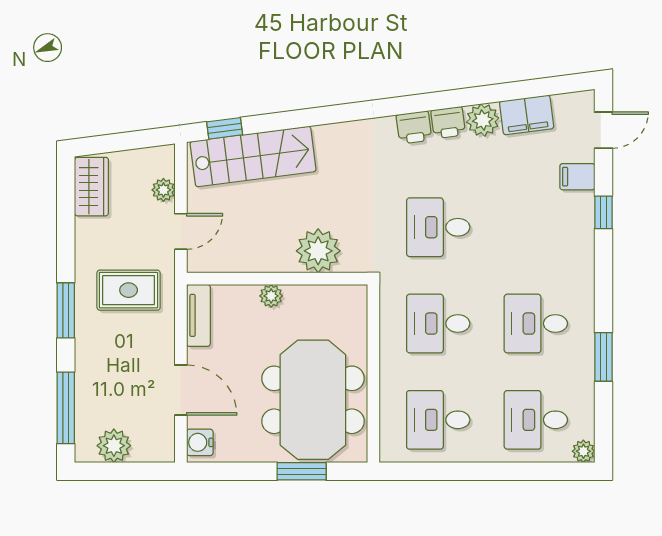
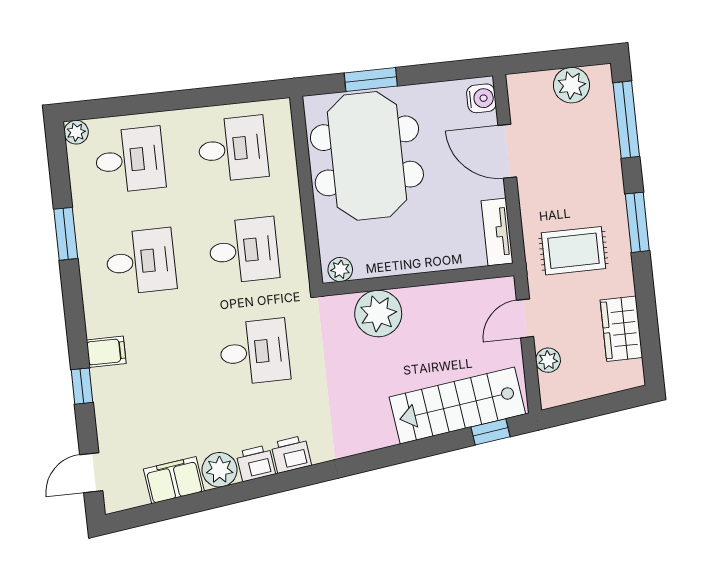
filing cabinet: (577, 177) -> (106, 352), moved
wardrobe: (91, 187) -> (621, 329), moved
plant: (271, 296) -> (340, 269), moved

